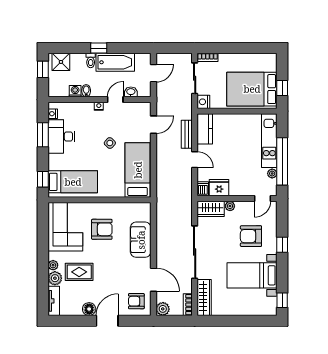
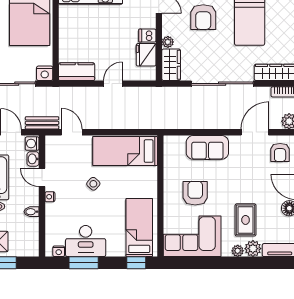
washing machine: (75, 91) -> (32, 144), moved
bench: (187, 134) -> (42, 123), moved
dishwasher: (203, 189) -> (147, 36), moved

